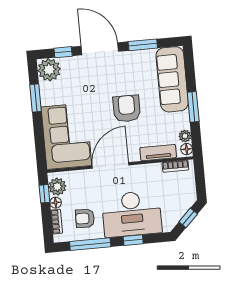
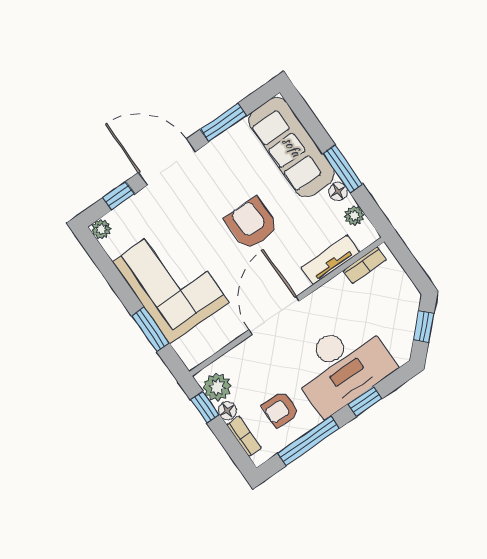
plant: (49, 70) -> (101, 229), width x0.53, depth x0.53
window: (36, 98) -> (150, 329), moved
corner sofa: (66, 136) -> (170, 282), moved
floor lamp: (187, 149) -> (338, 191), moved

